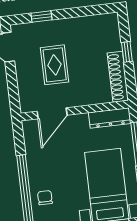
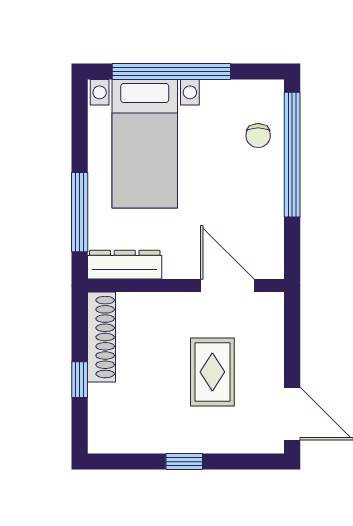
window: (41, 17) -> (184, 462), moved
door: (52, 113) -> (227, 286), hinge flipped

